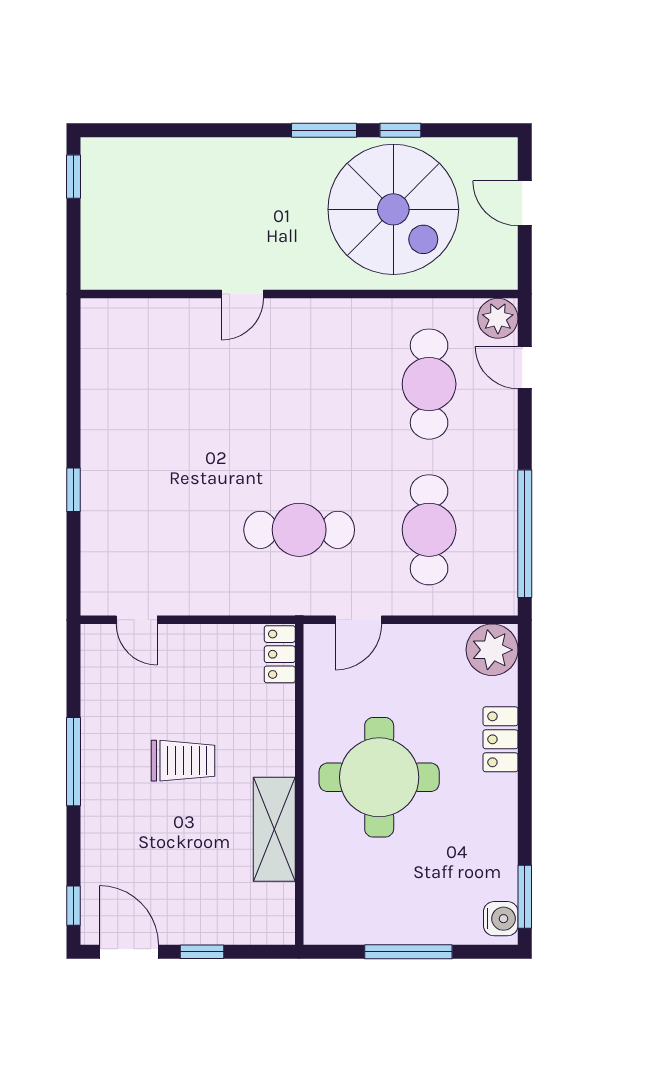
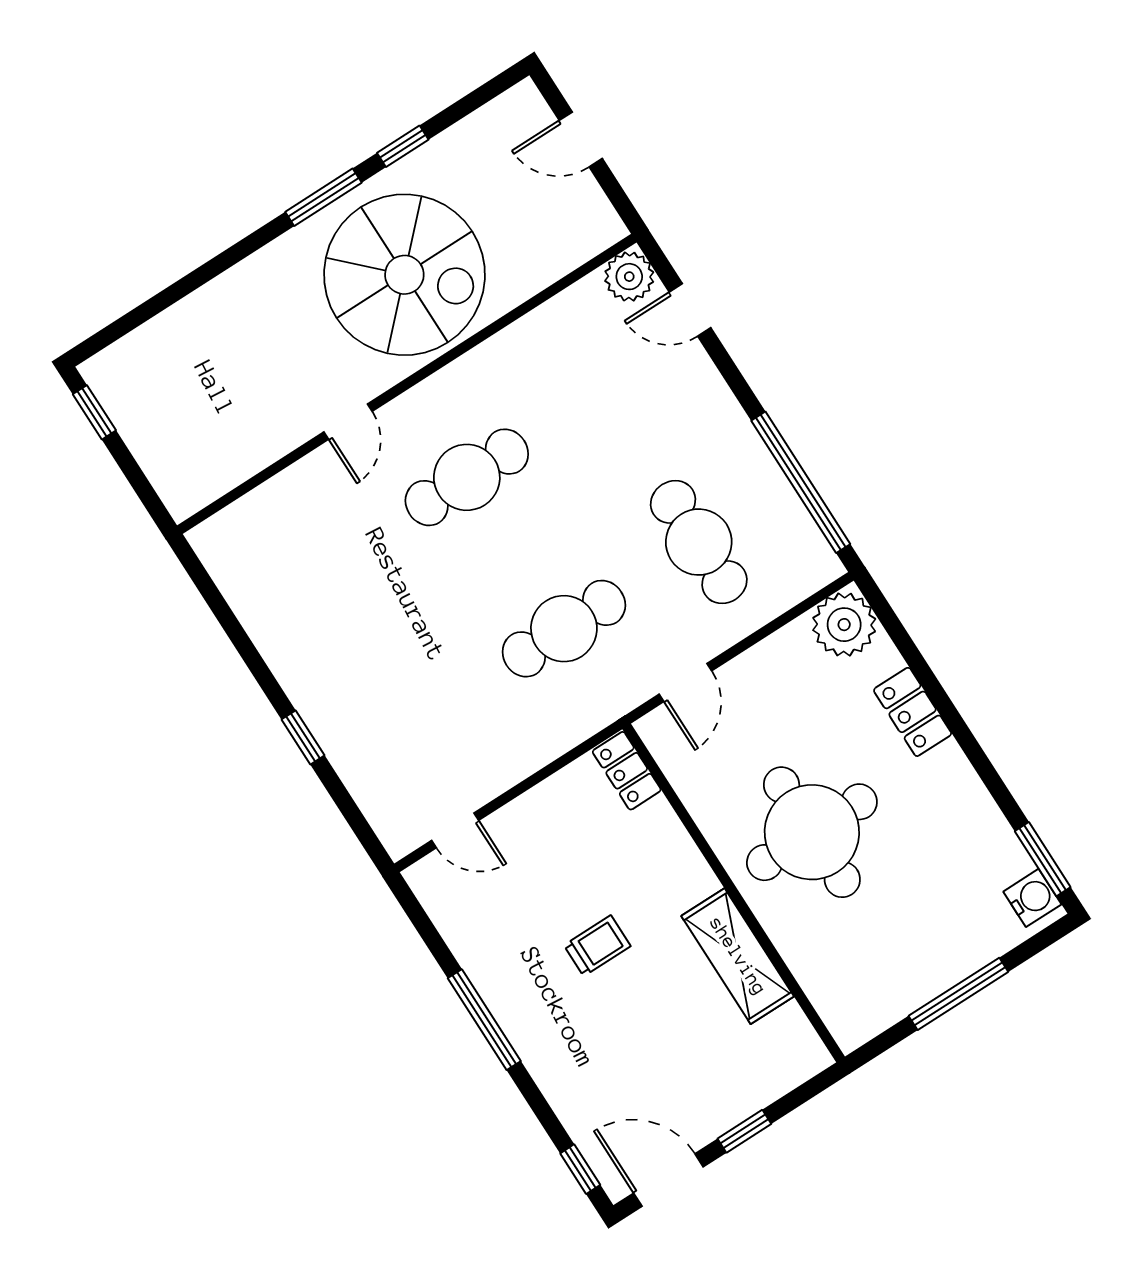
spiral stairs: (393, 209) -> (404, 275), moved
cafe table: (429, 384) -> (467, 477), moved, turned 90
trolley: (183, 761) -> (597, 946), width x0.73, depth x0.72

